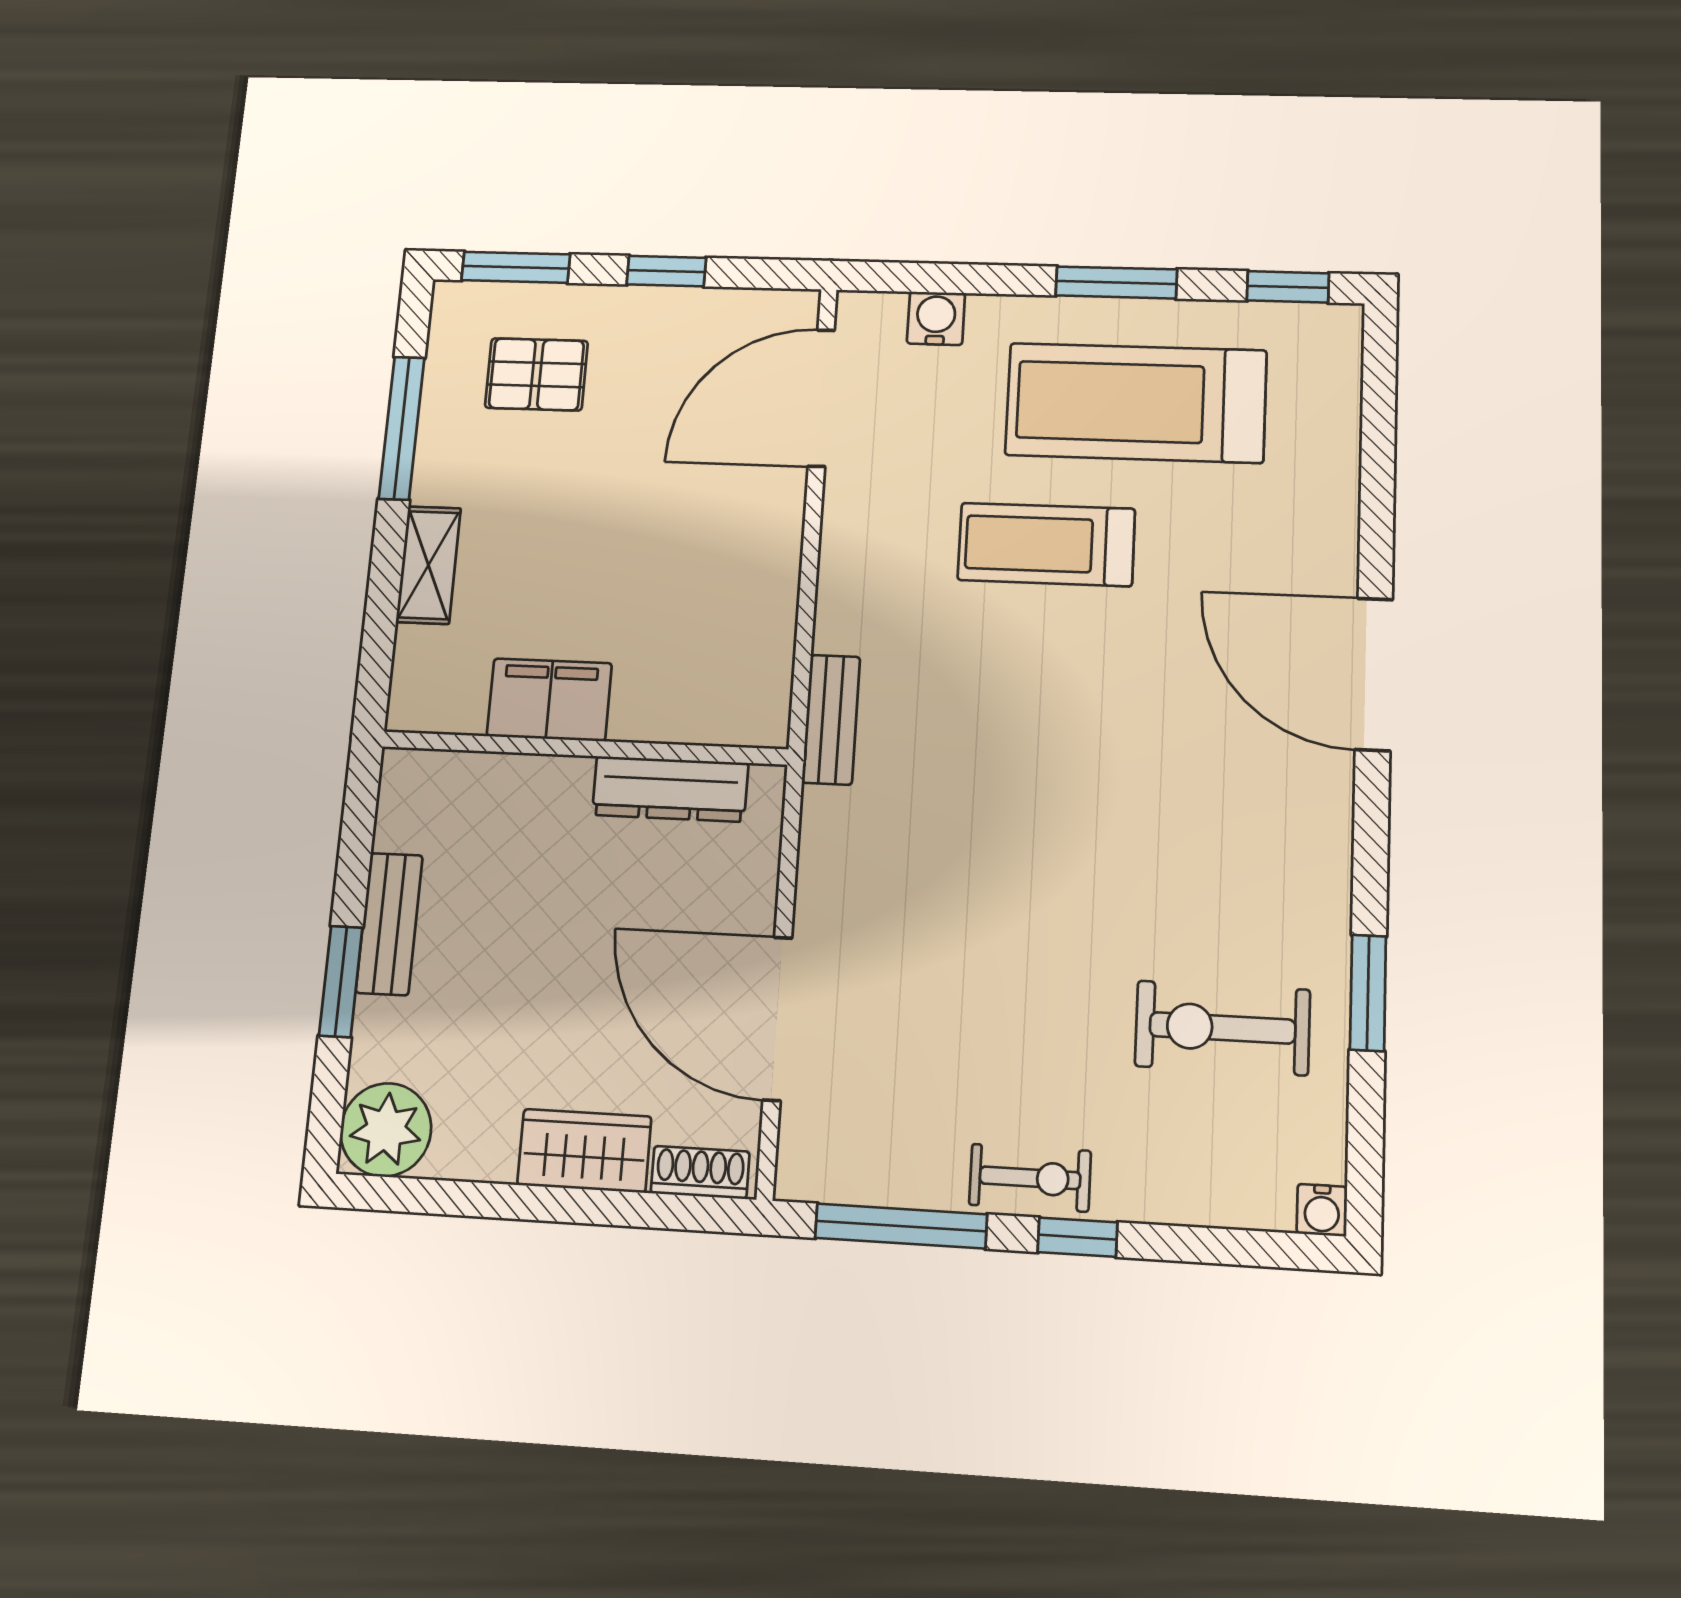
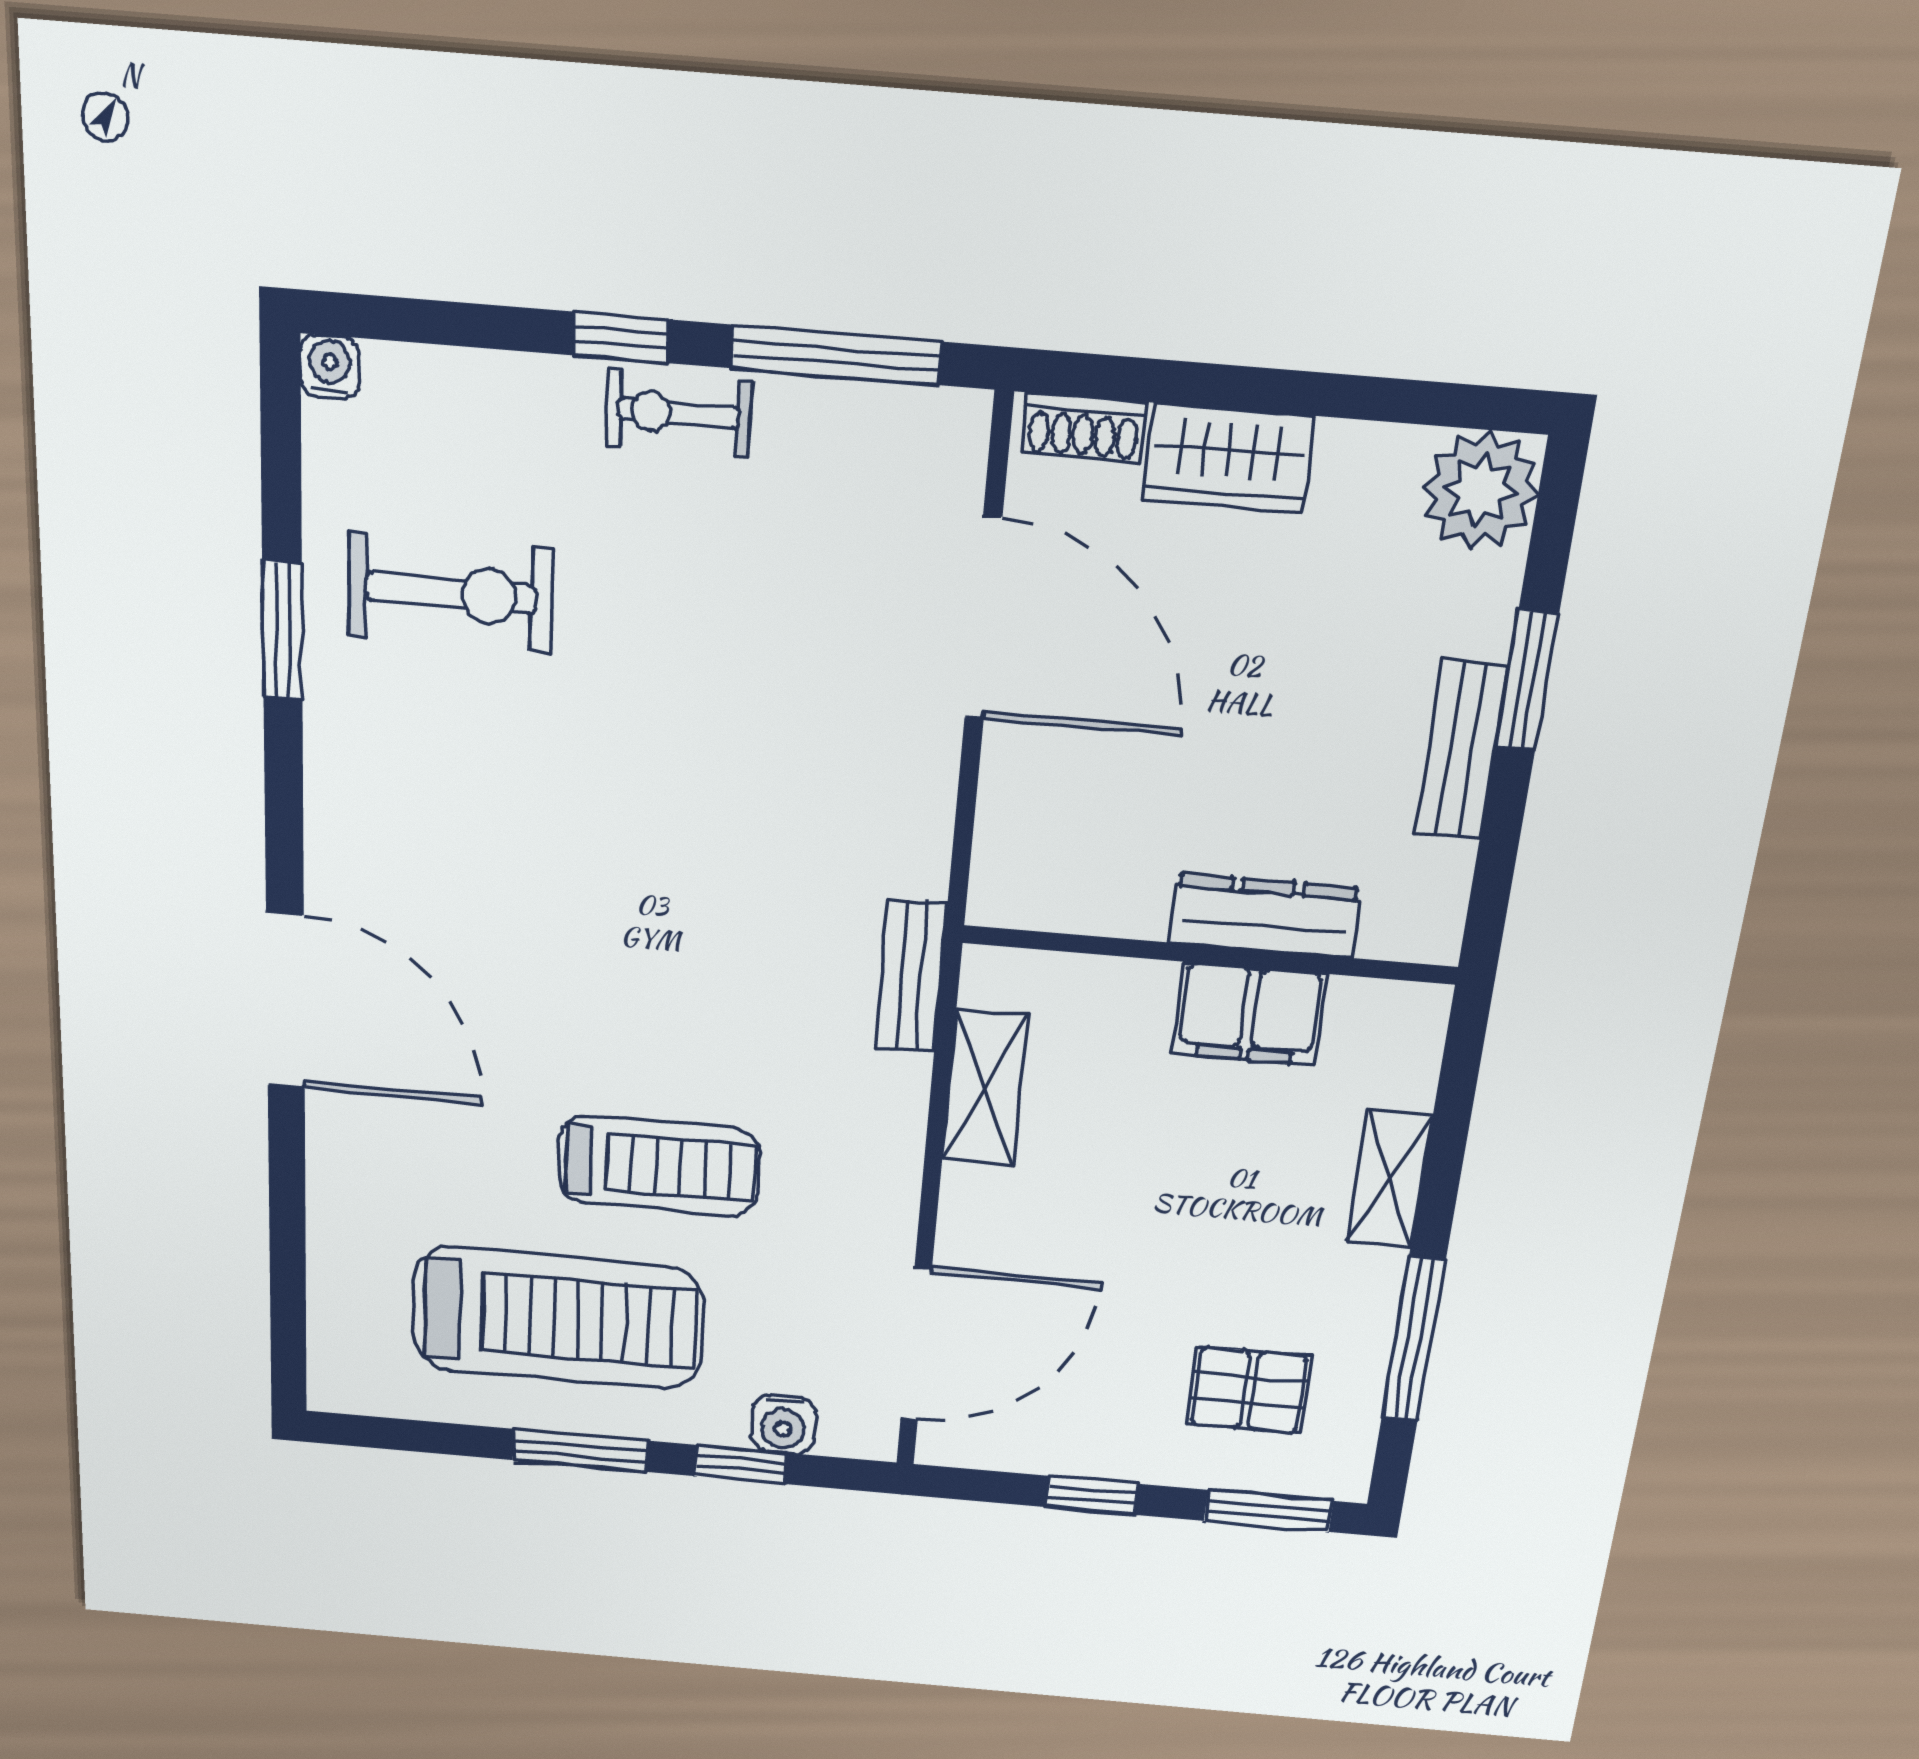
window: (1288, 287) -> (740, 1464), moved
shelving: (767, 627) -> (985, 1088), added
dresser: (670, 789) -> (1264, 915), moved

